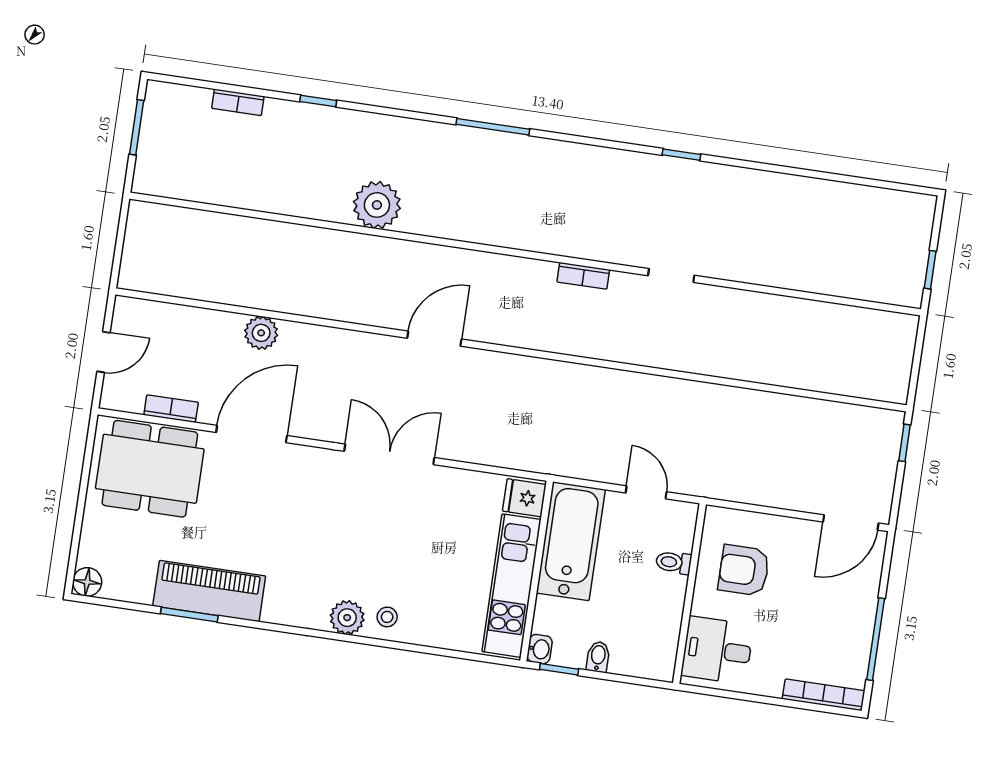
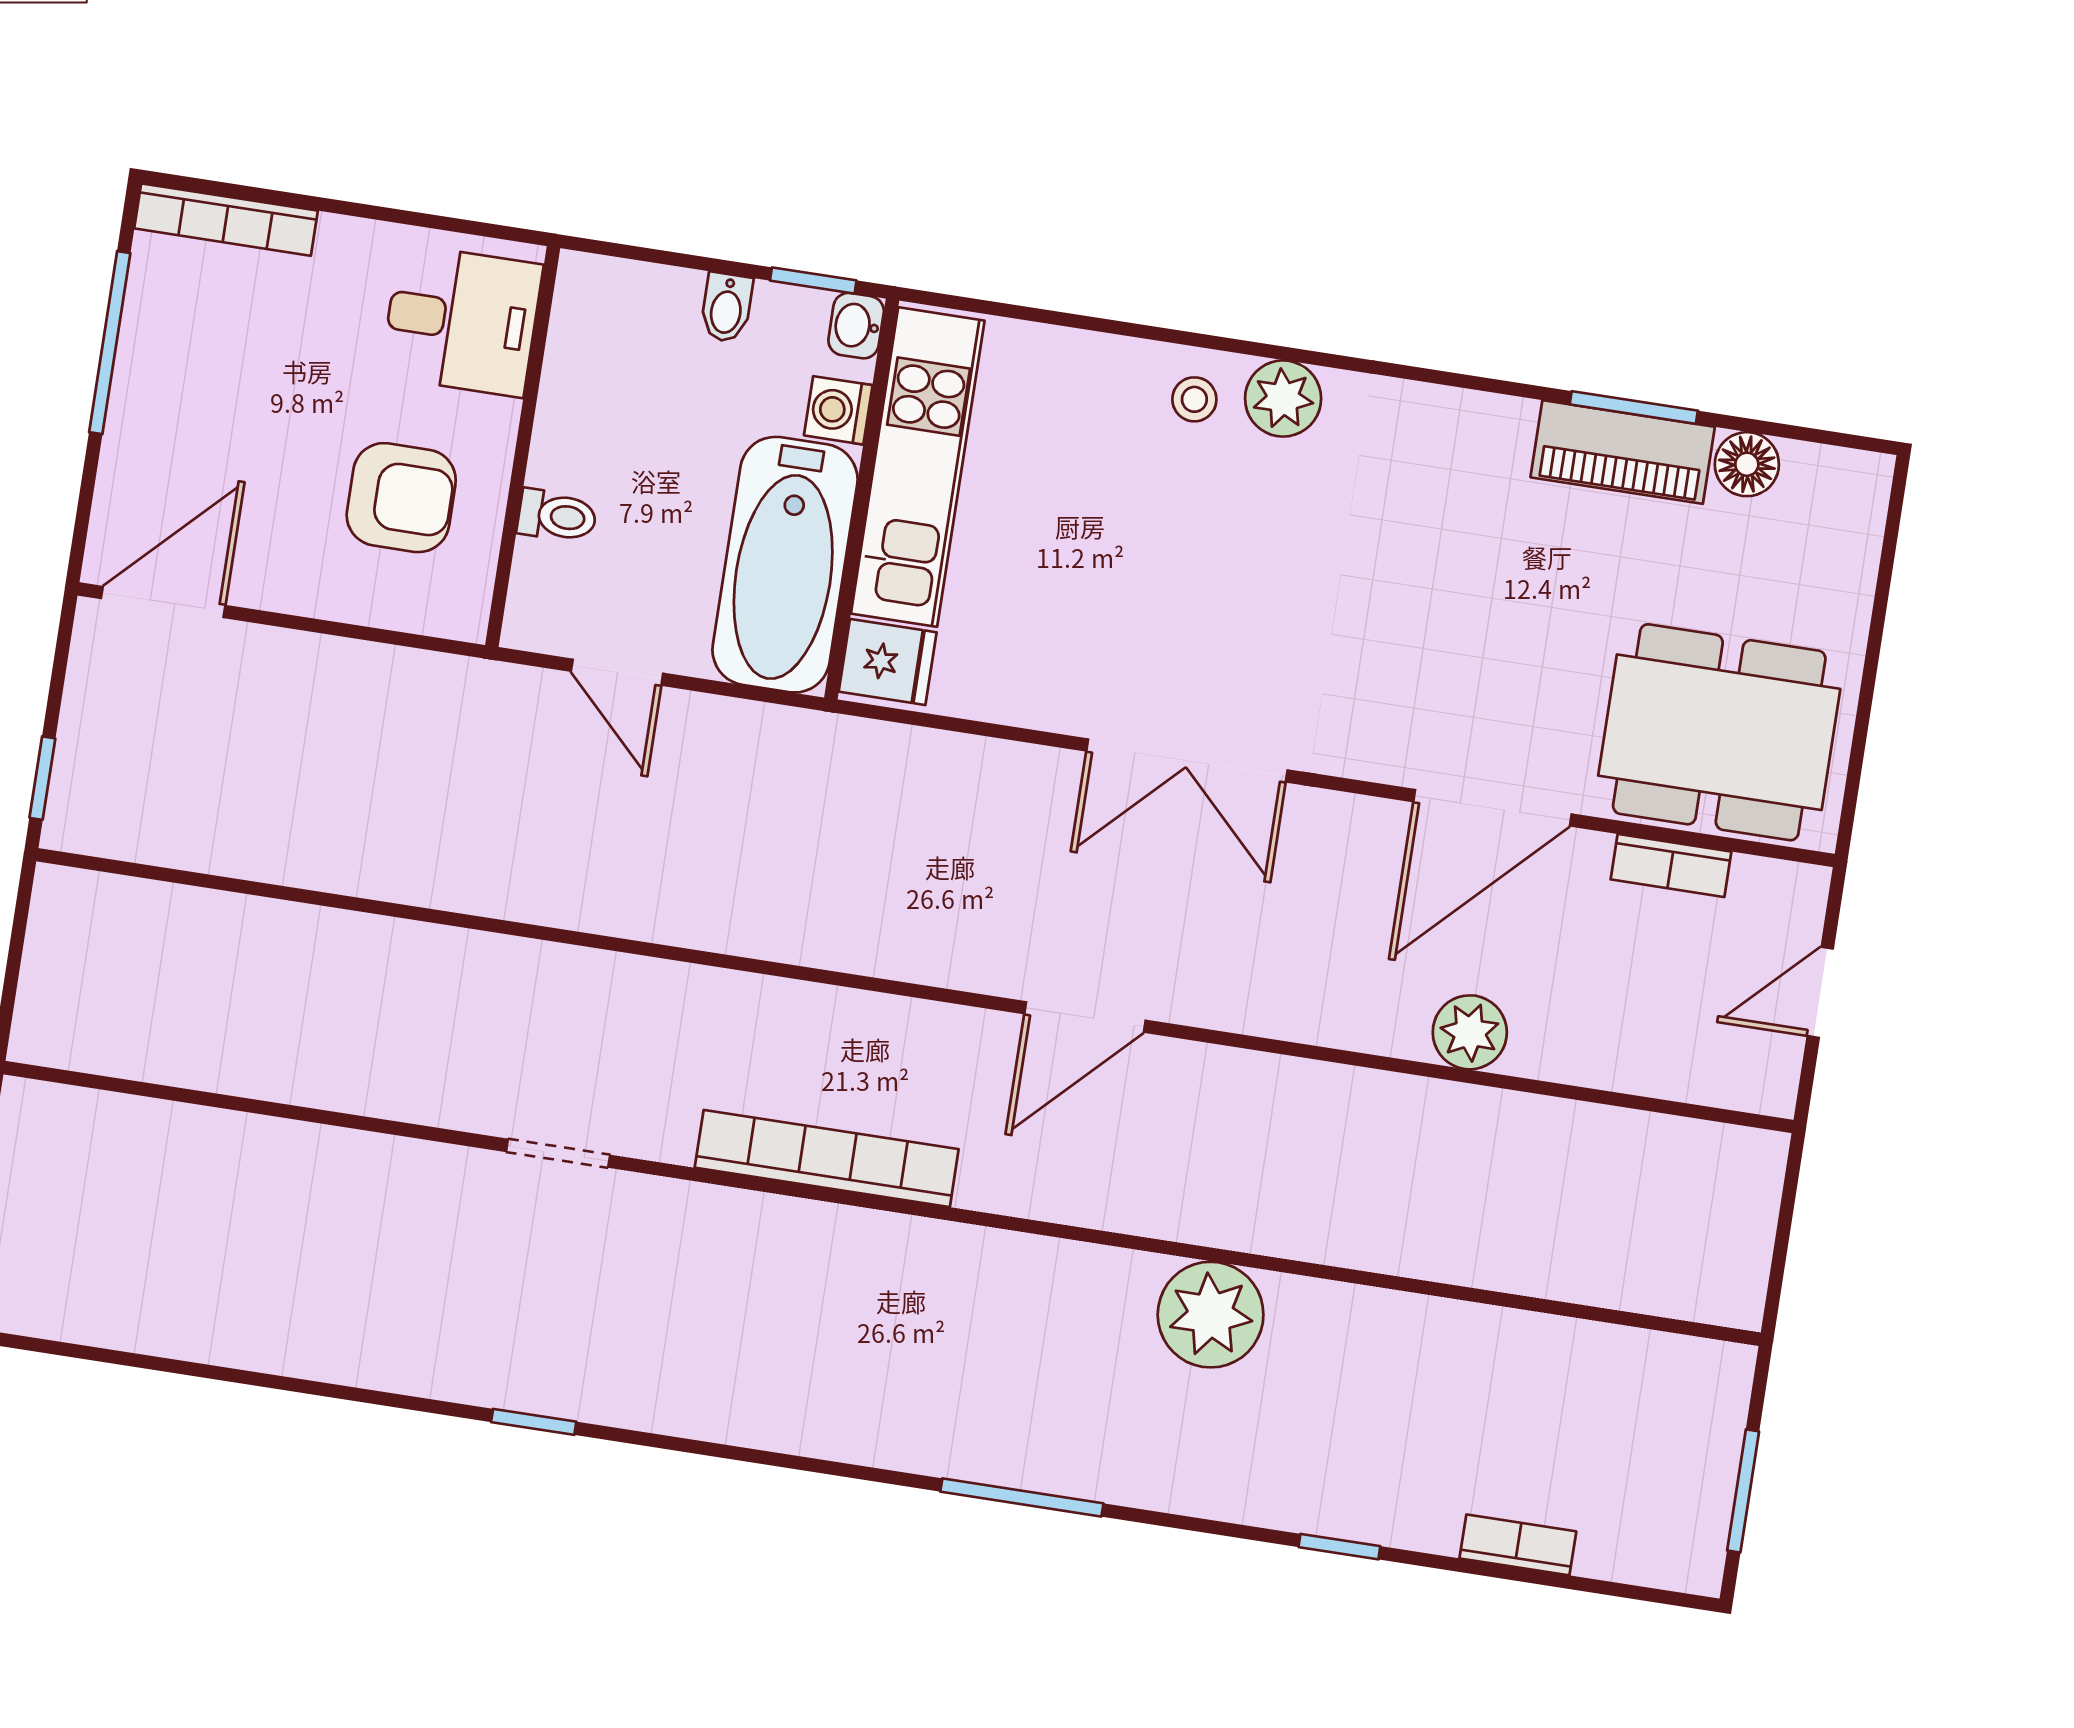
window: (493, 127) -> (1022, 1497), moved
bookcase: (583, 276) -> (827, 1158), width x2.31, depth x1.31
floor lamp: (87, 582) -> (1747, 464), moved
piano: (209, 591) -> (1623, 452), width x0.73, depth x0.75
washing machine: (547, 611) -> (838, 410), added

